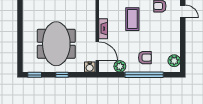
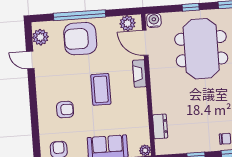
door: (183, 11) -> (30, 60), moved
armchair: (145, 58) -> (80, 39), width x1.88, depth x1.88
plant: (120, 66) -> (127, 23), moved

